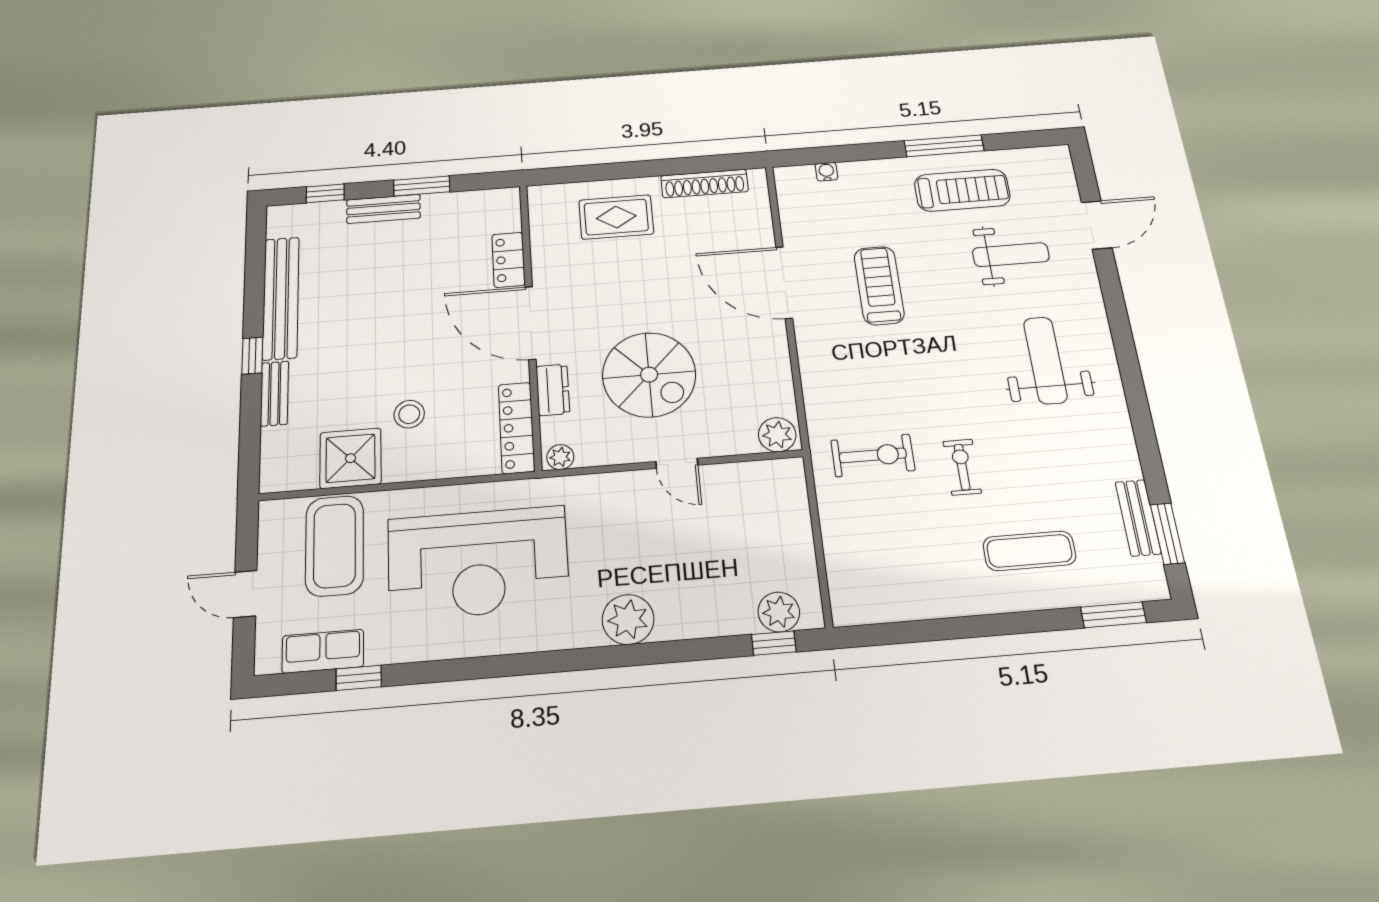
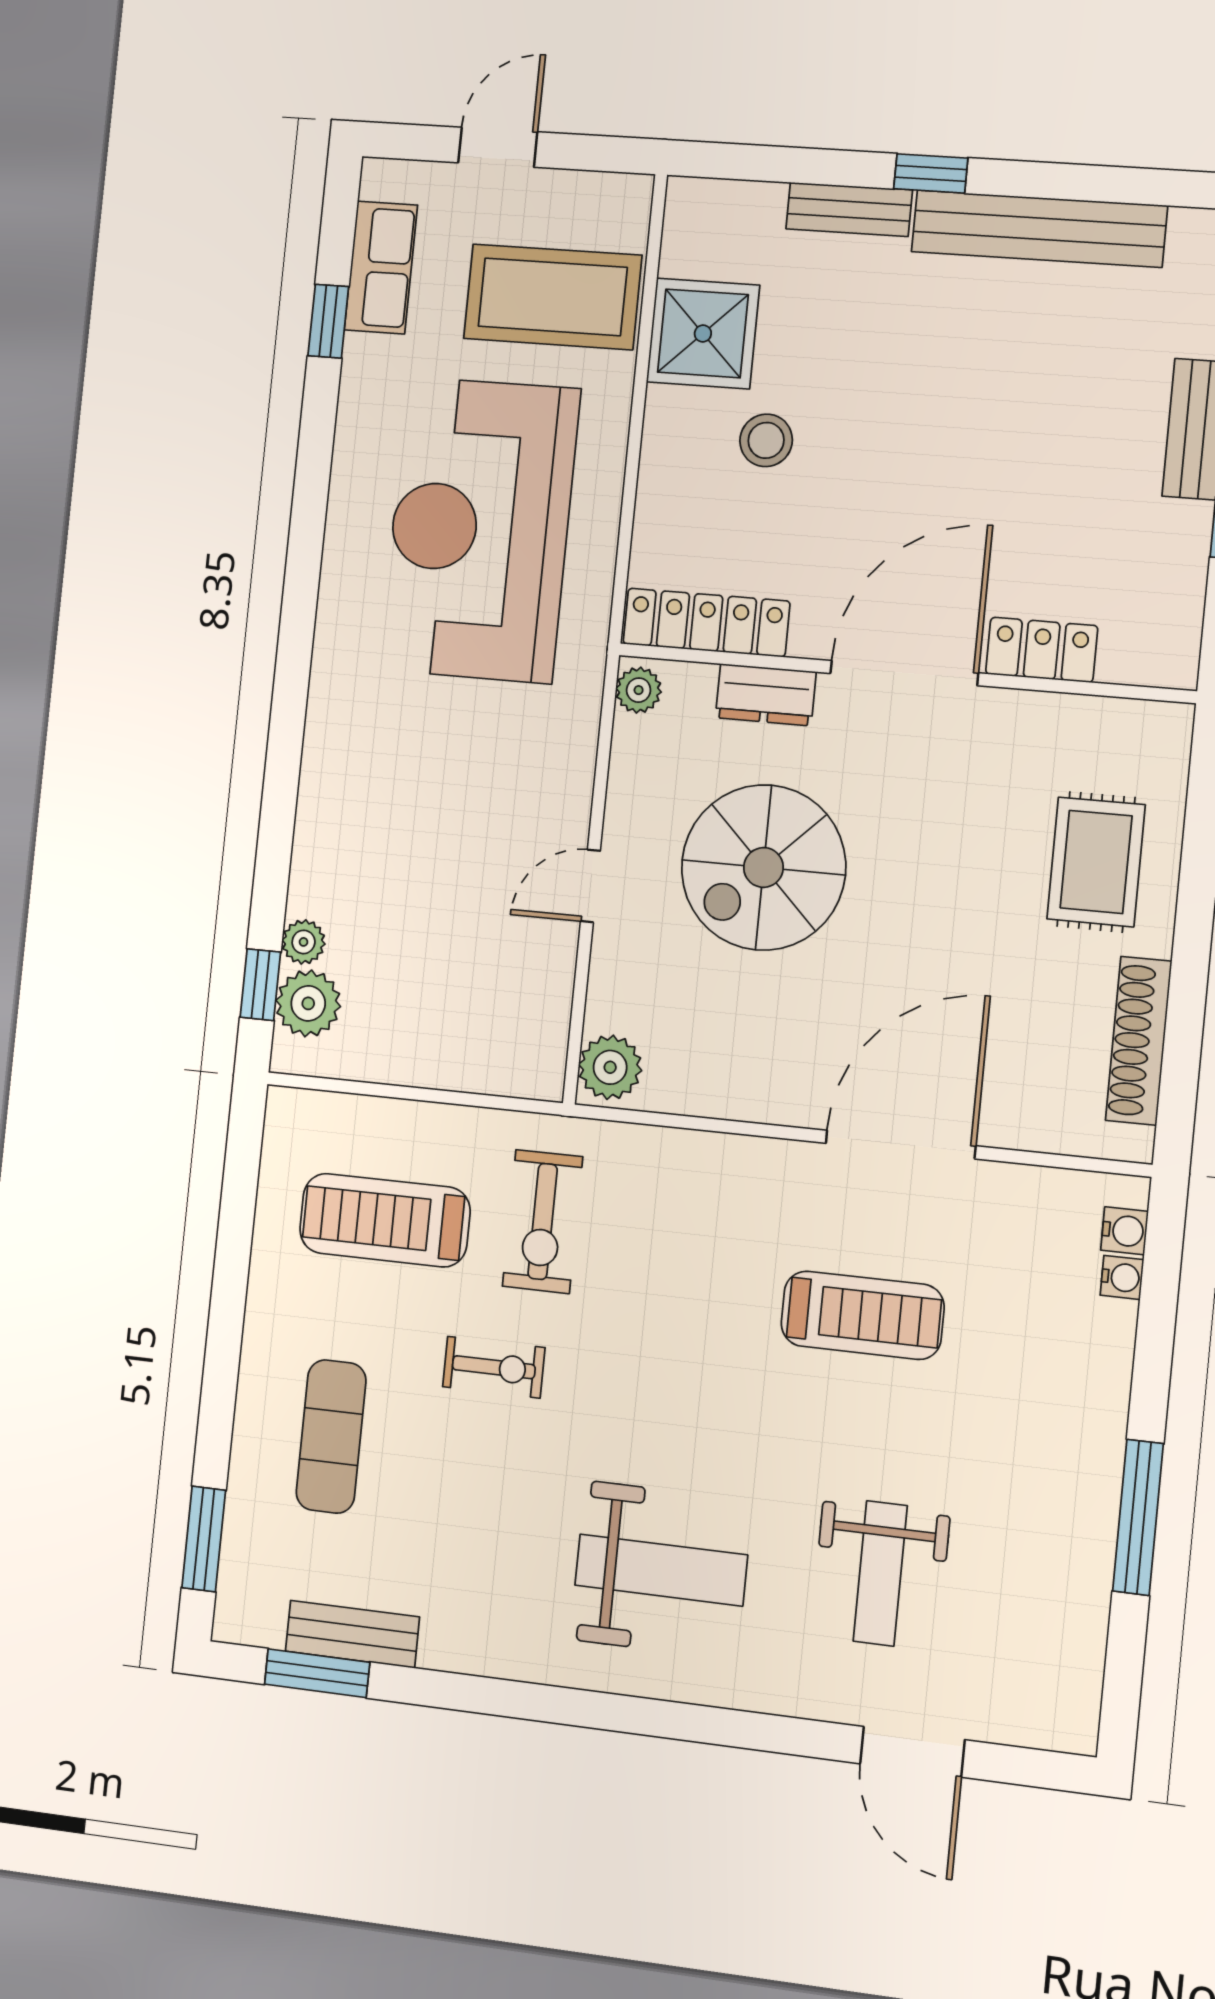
water cooler: (803, 174) -> (1124, 1231), added
treadmill: (962, 190) -> (385, 1220), moved, turned 90
plant: (628, 619) -> (304, 942), moved, width x0.53, depth x0.53

